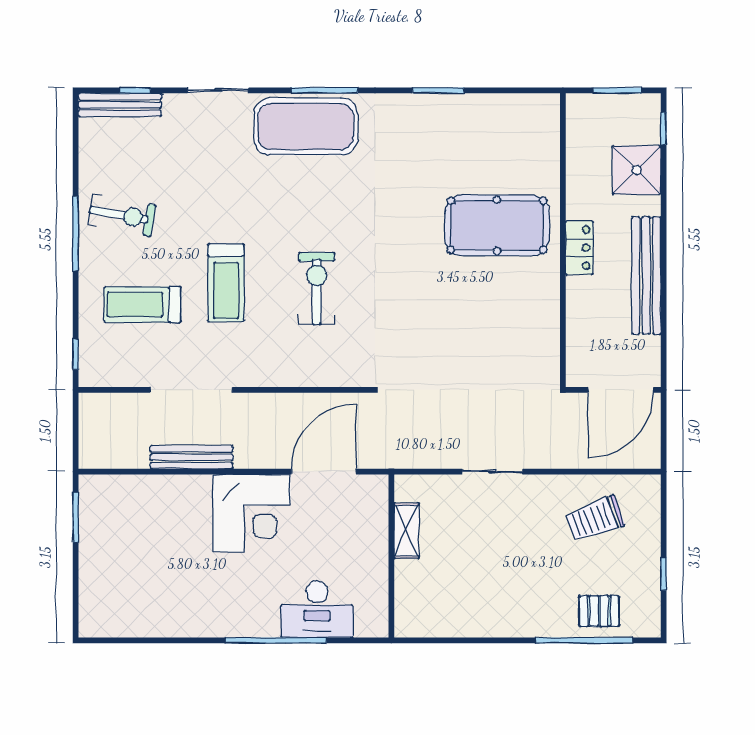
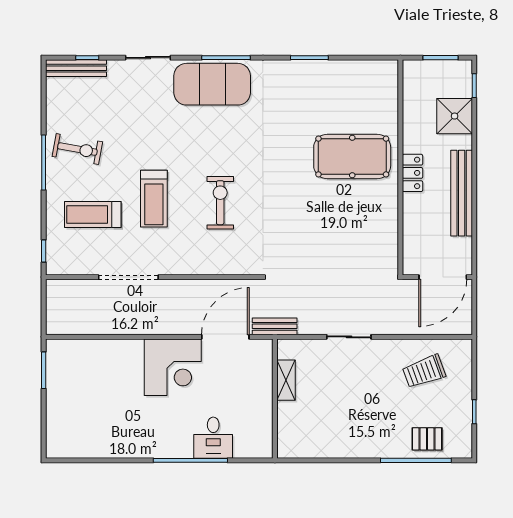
bench: (192, 457) -> (275, 326), moved, width x0.73
desk: (317, 609) -> (213, 438), width x0.73

